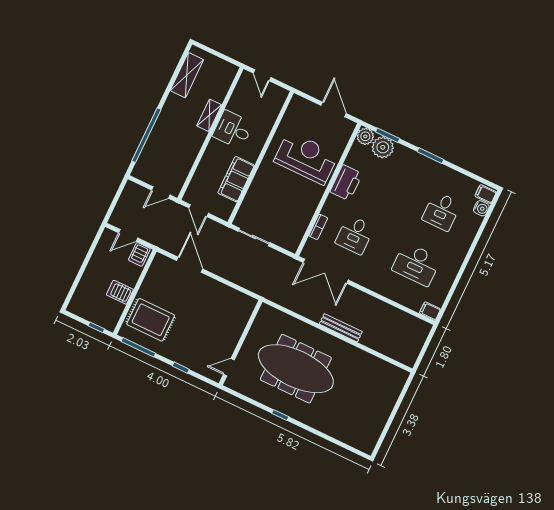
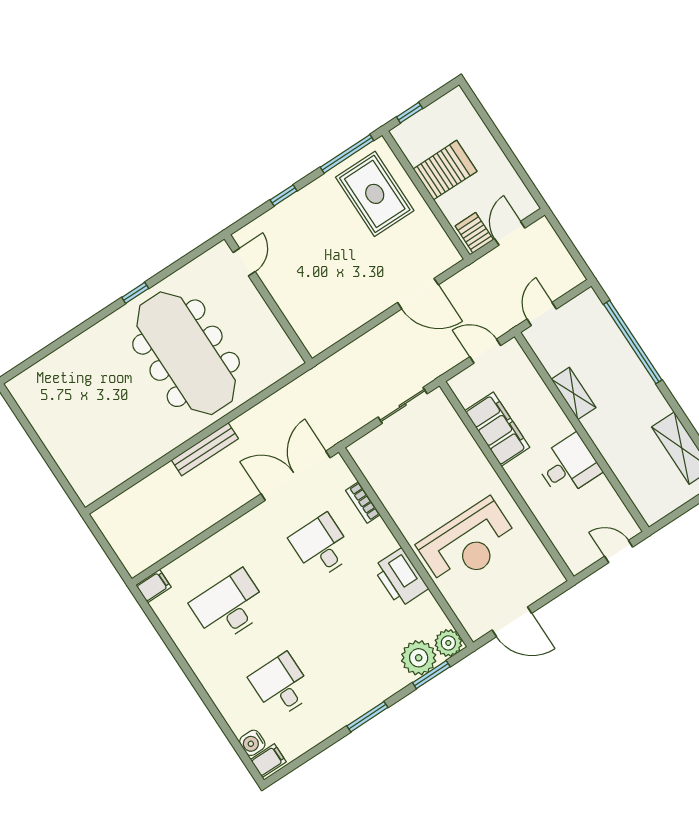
shelving: (209, 115) -> (574, 393), moved
server rack: (120, 292) -> (445, 170), width x1.36, depth x1.44
rug: (151, 320) -> (375, 194), turned 90
meeting table: (296, 369) -> (186, 353), turned 90

